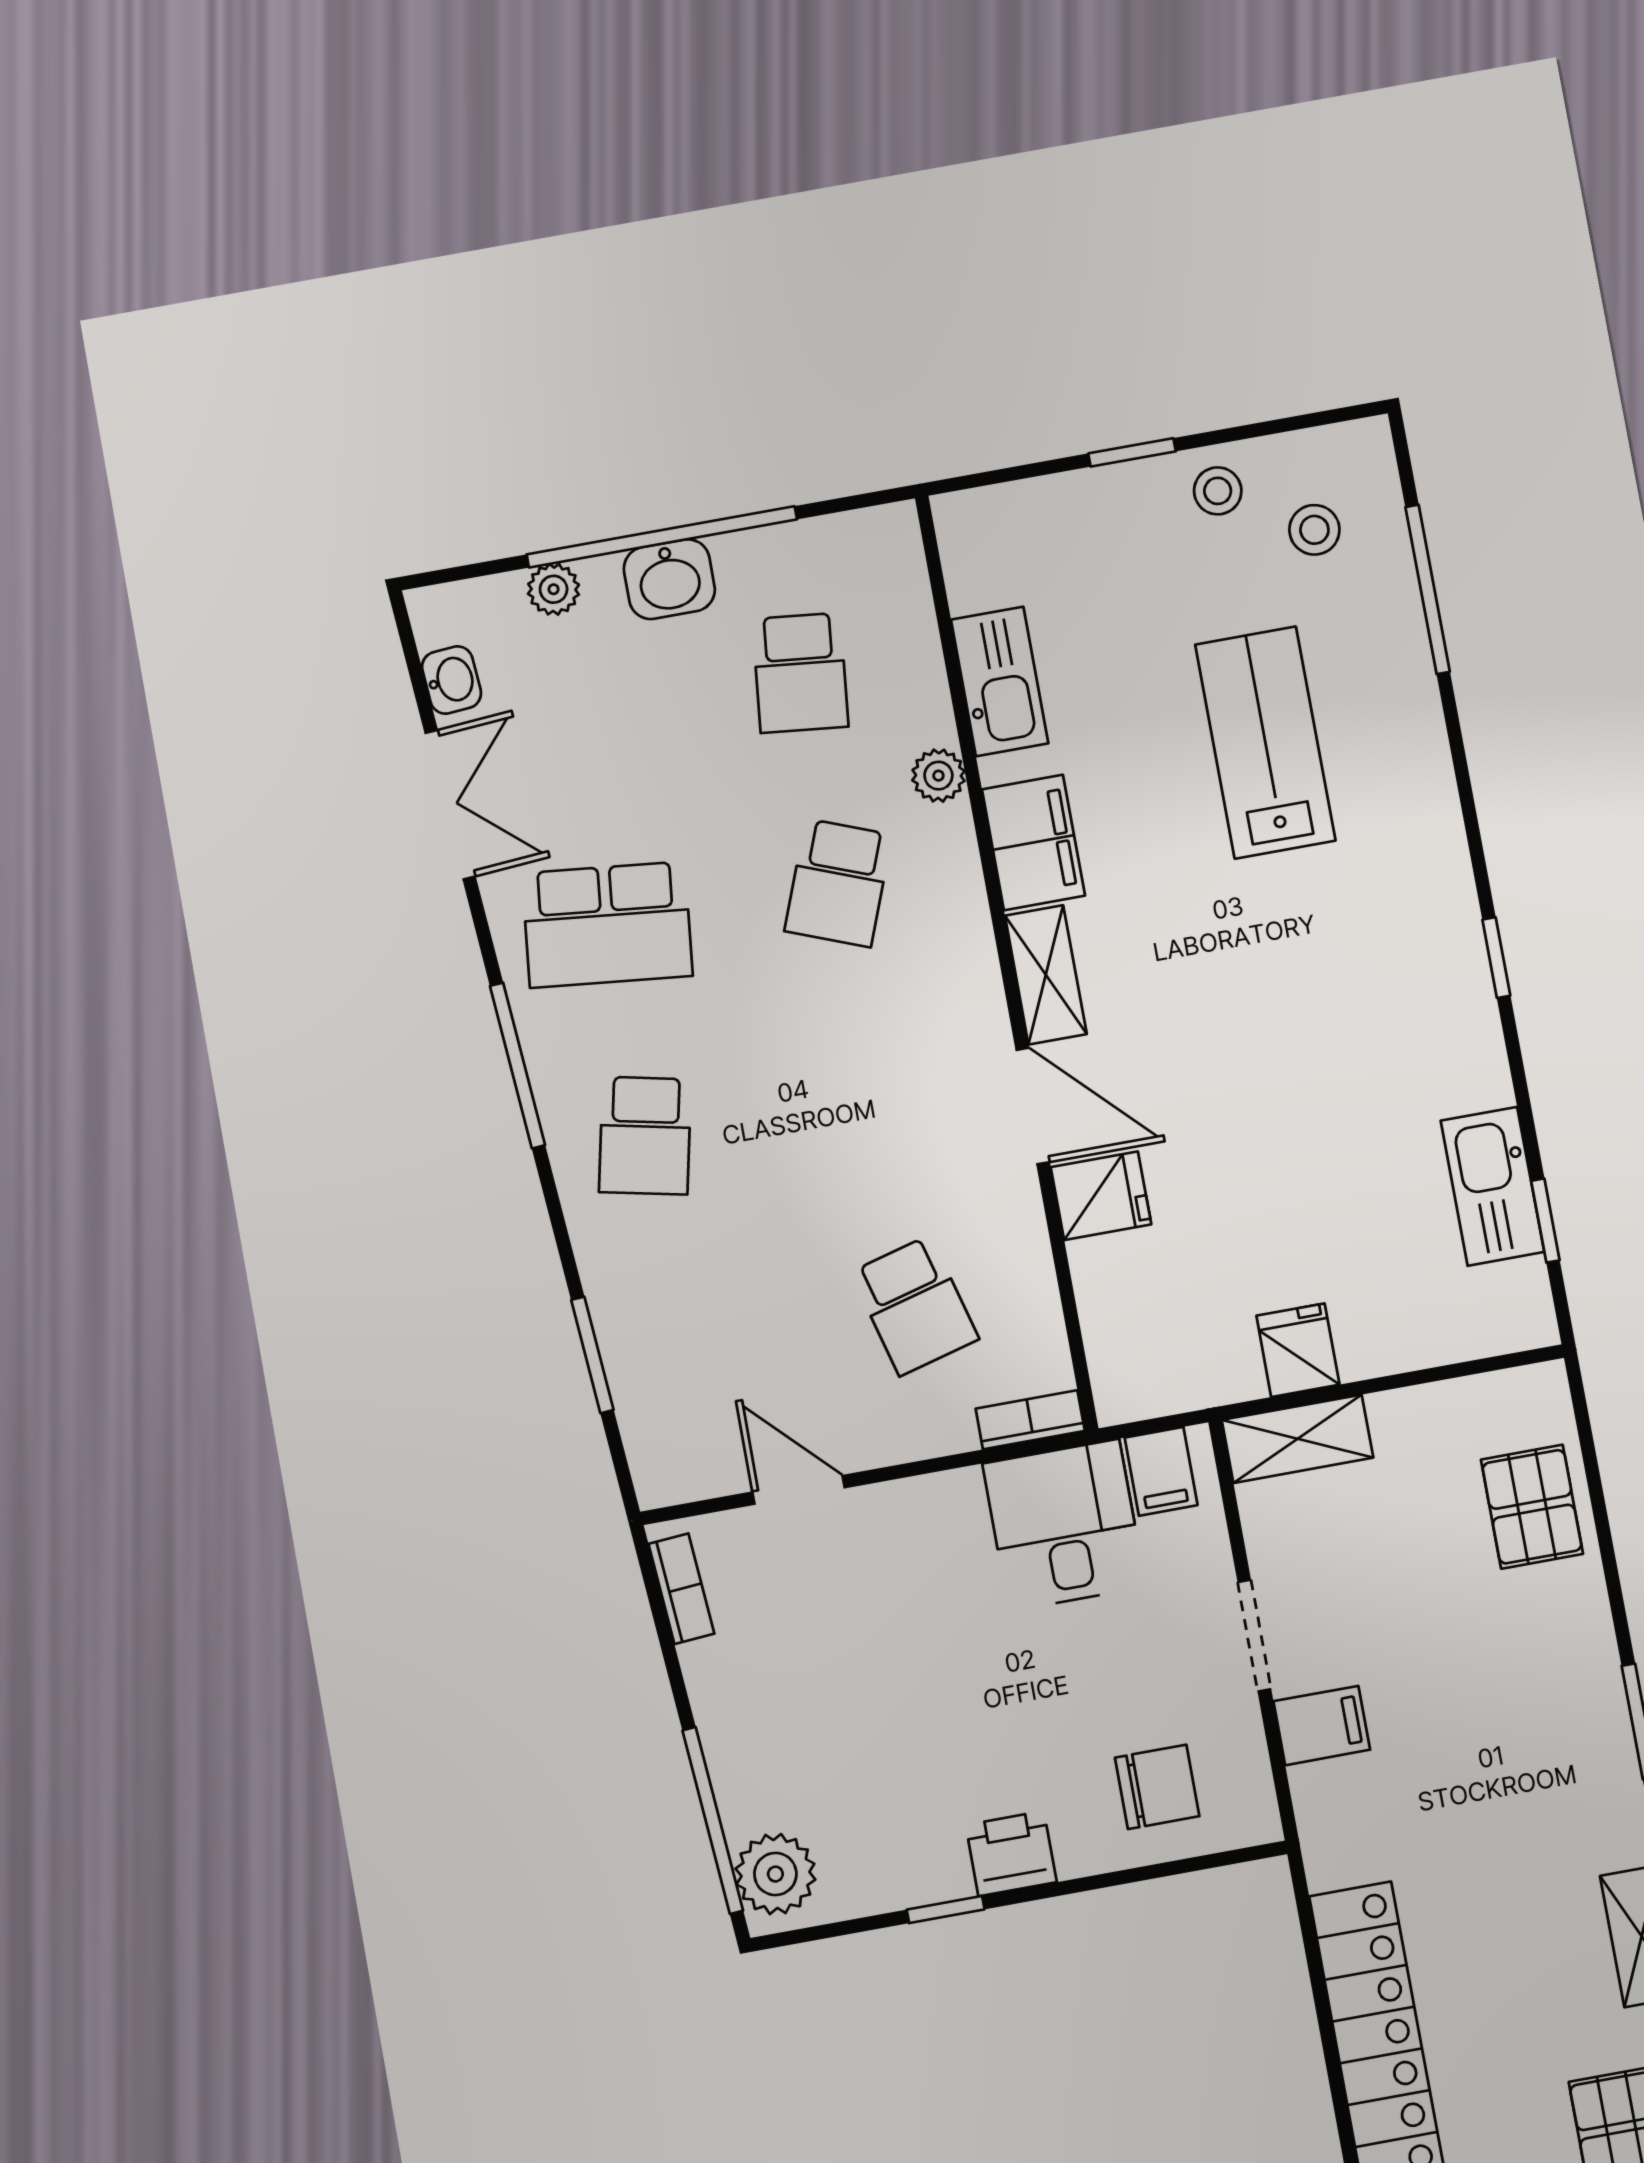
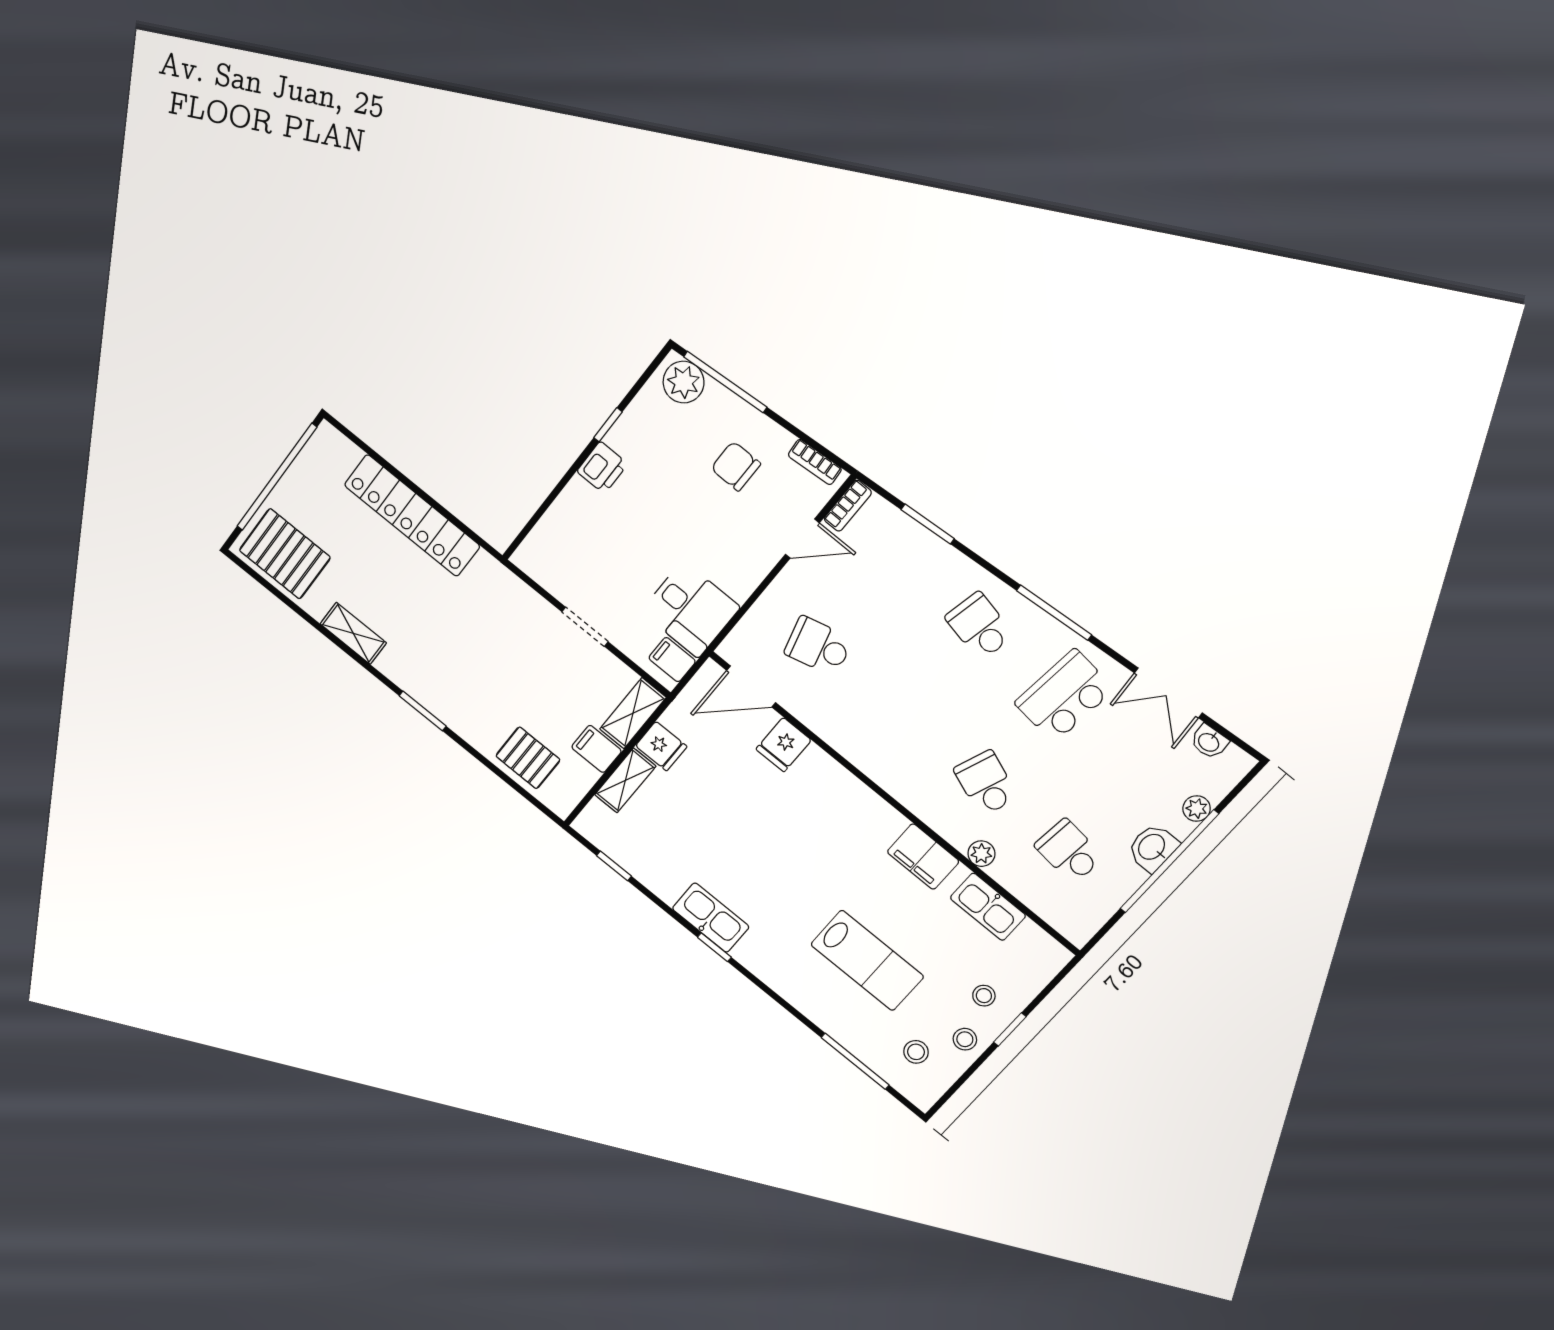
stool: (1127, 540) -> (984, 996), added
shelving: (1046, 975) -> (625, 781), moved, turned 90
door: (1033, 1106) -> (751, 686), moved
kitchen sink: (1492, 1186) -> (711, 918), moved
bookcase: (1030, 1420) -> (848, 506), moved
filing cabinet: (1322, 1725) -> (596, 749), moved, turned 90
chair: (1157, 1787) -> (736, 466), moved, turned 90

